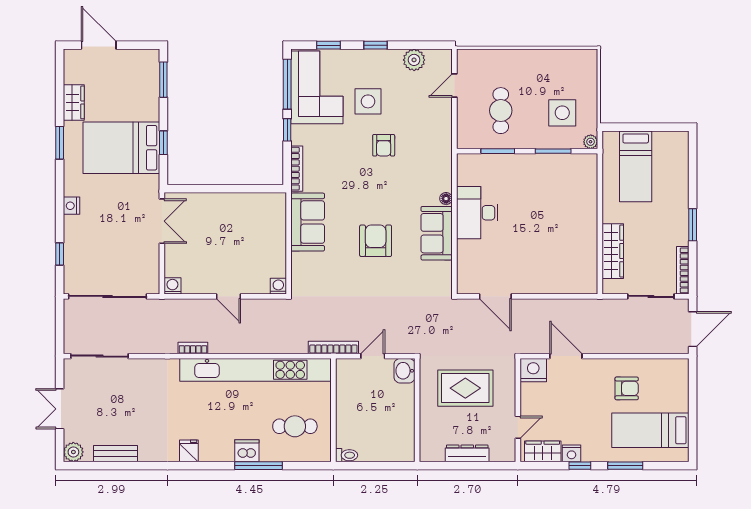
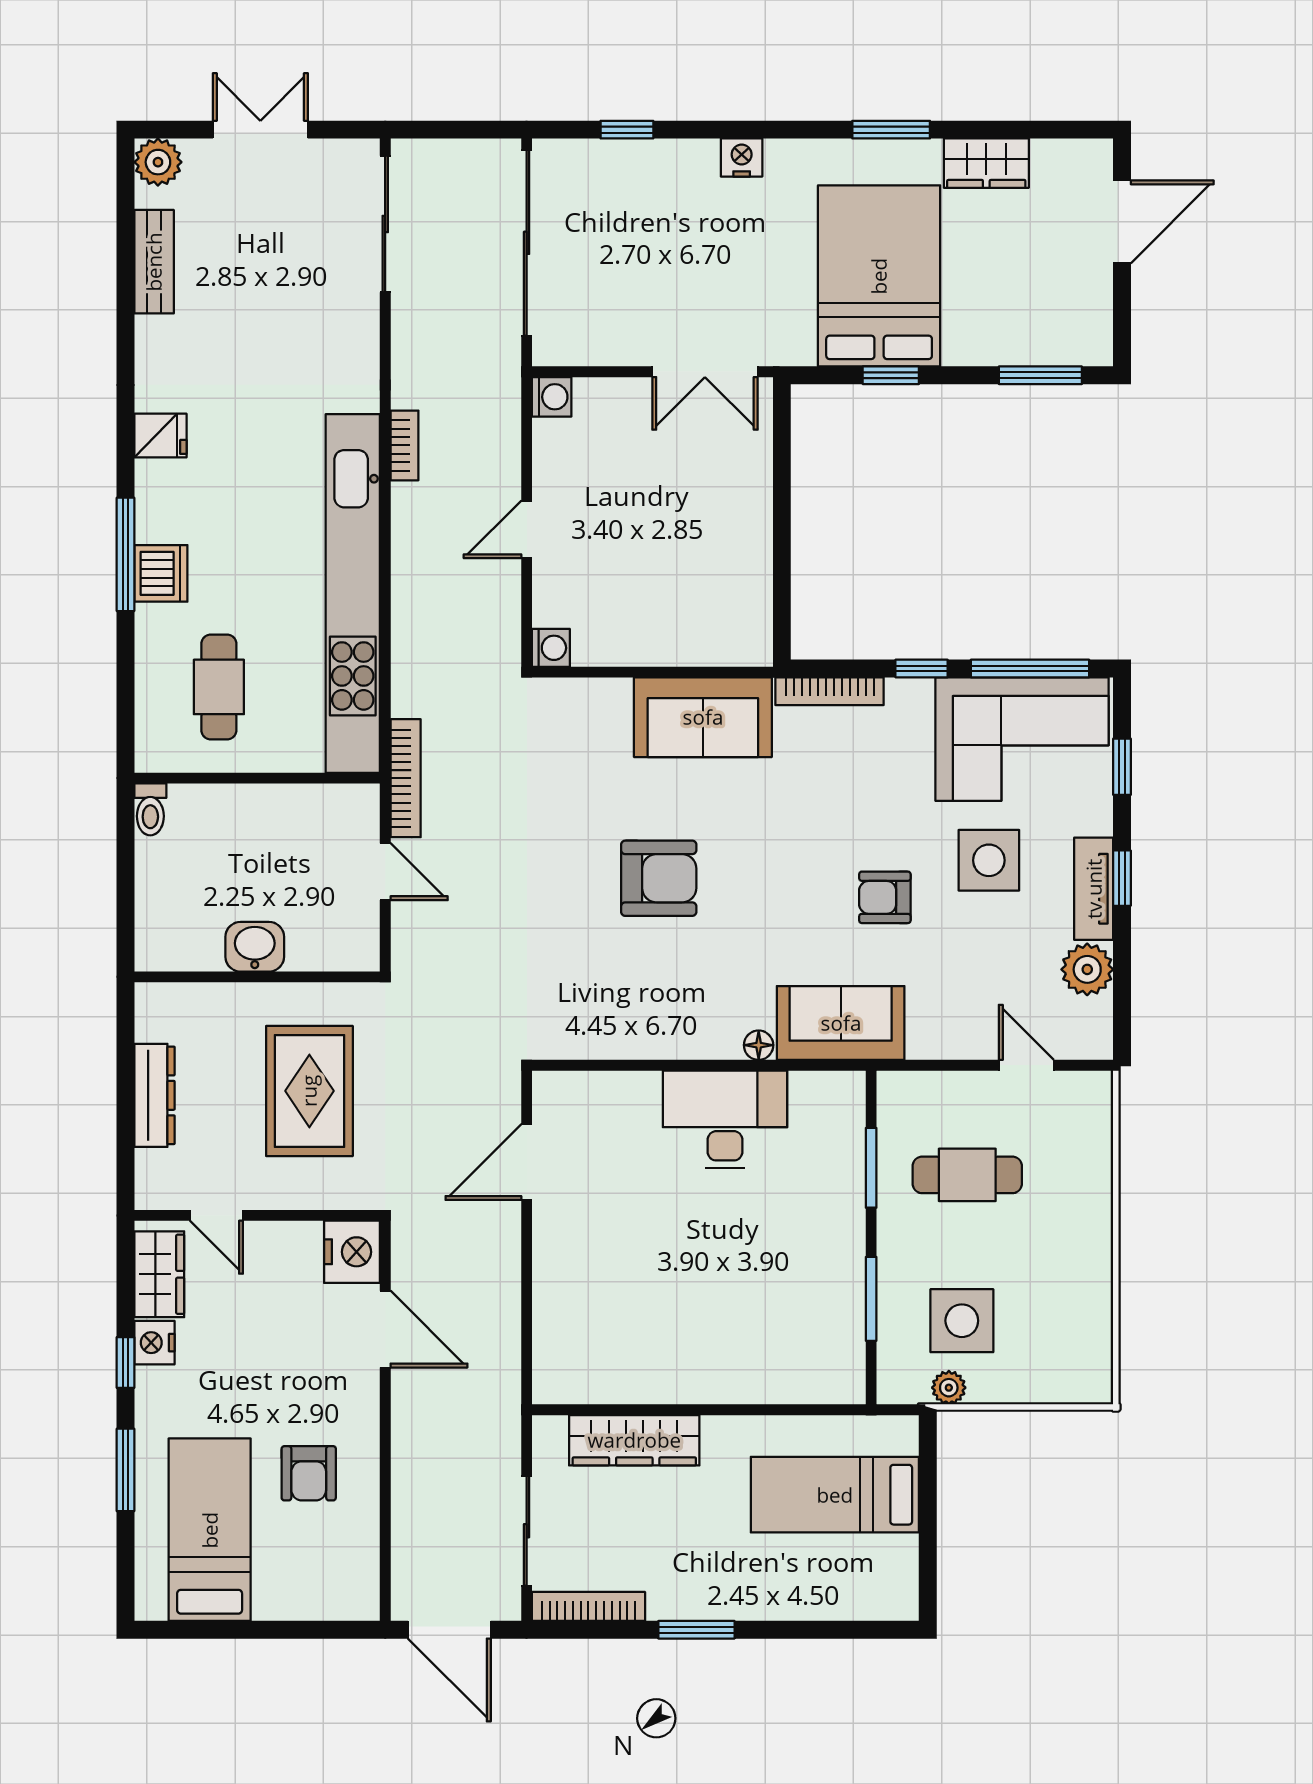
tv unit: (380, 57) -> (1094, 889), added
plant: (591, 142) -> (949, 1388), moved
sofa: (437, 233) -> (841, 1023), moved
door: (566, 356) -> (385, 1329), hinge flipped
washbasin: (404, 371) -> (255, 947), moved
window: (258, 466) -> (126, 554), moved

